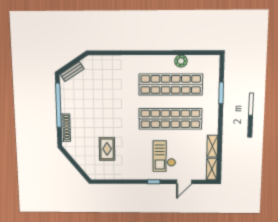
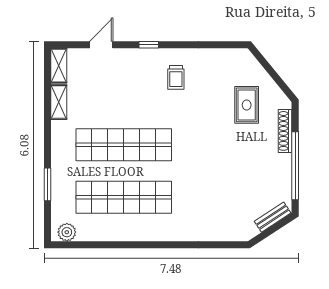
plant: (181, 61) -> (67, 232), moved
rug: (107, 149) -> (247, 105), moved
checkout: (164, 156) -> (133, 86), removed
trolley: (136, 161) -> (176, 77), added

